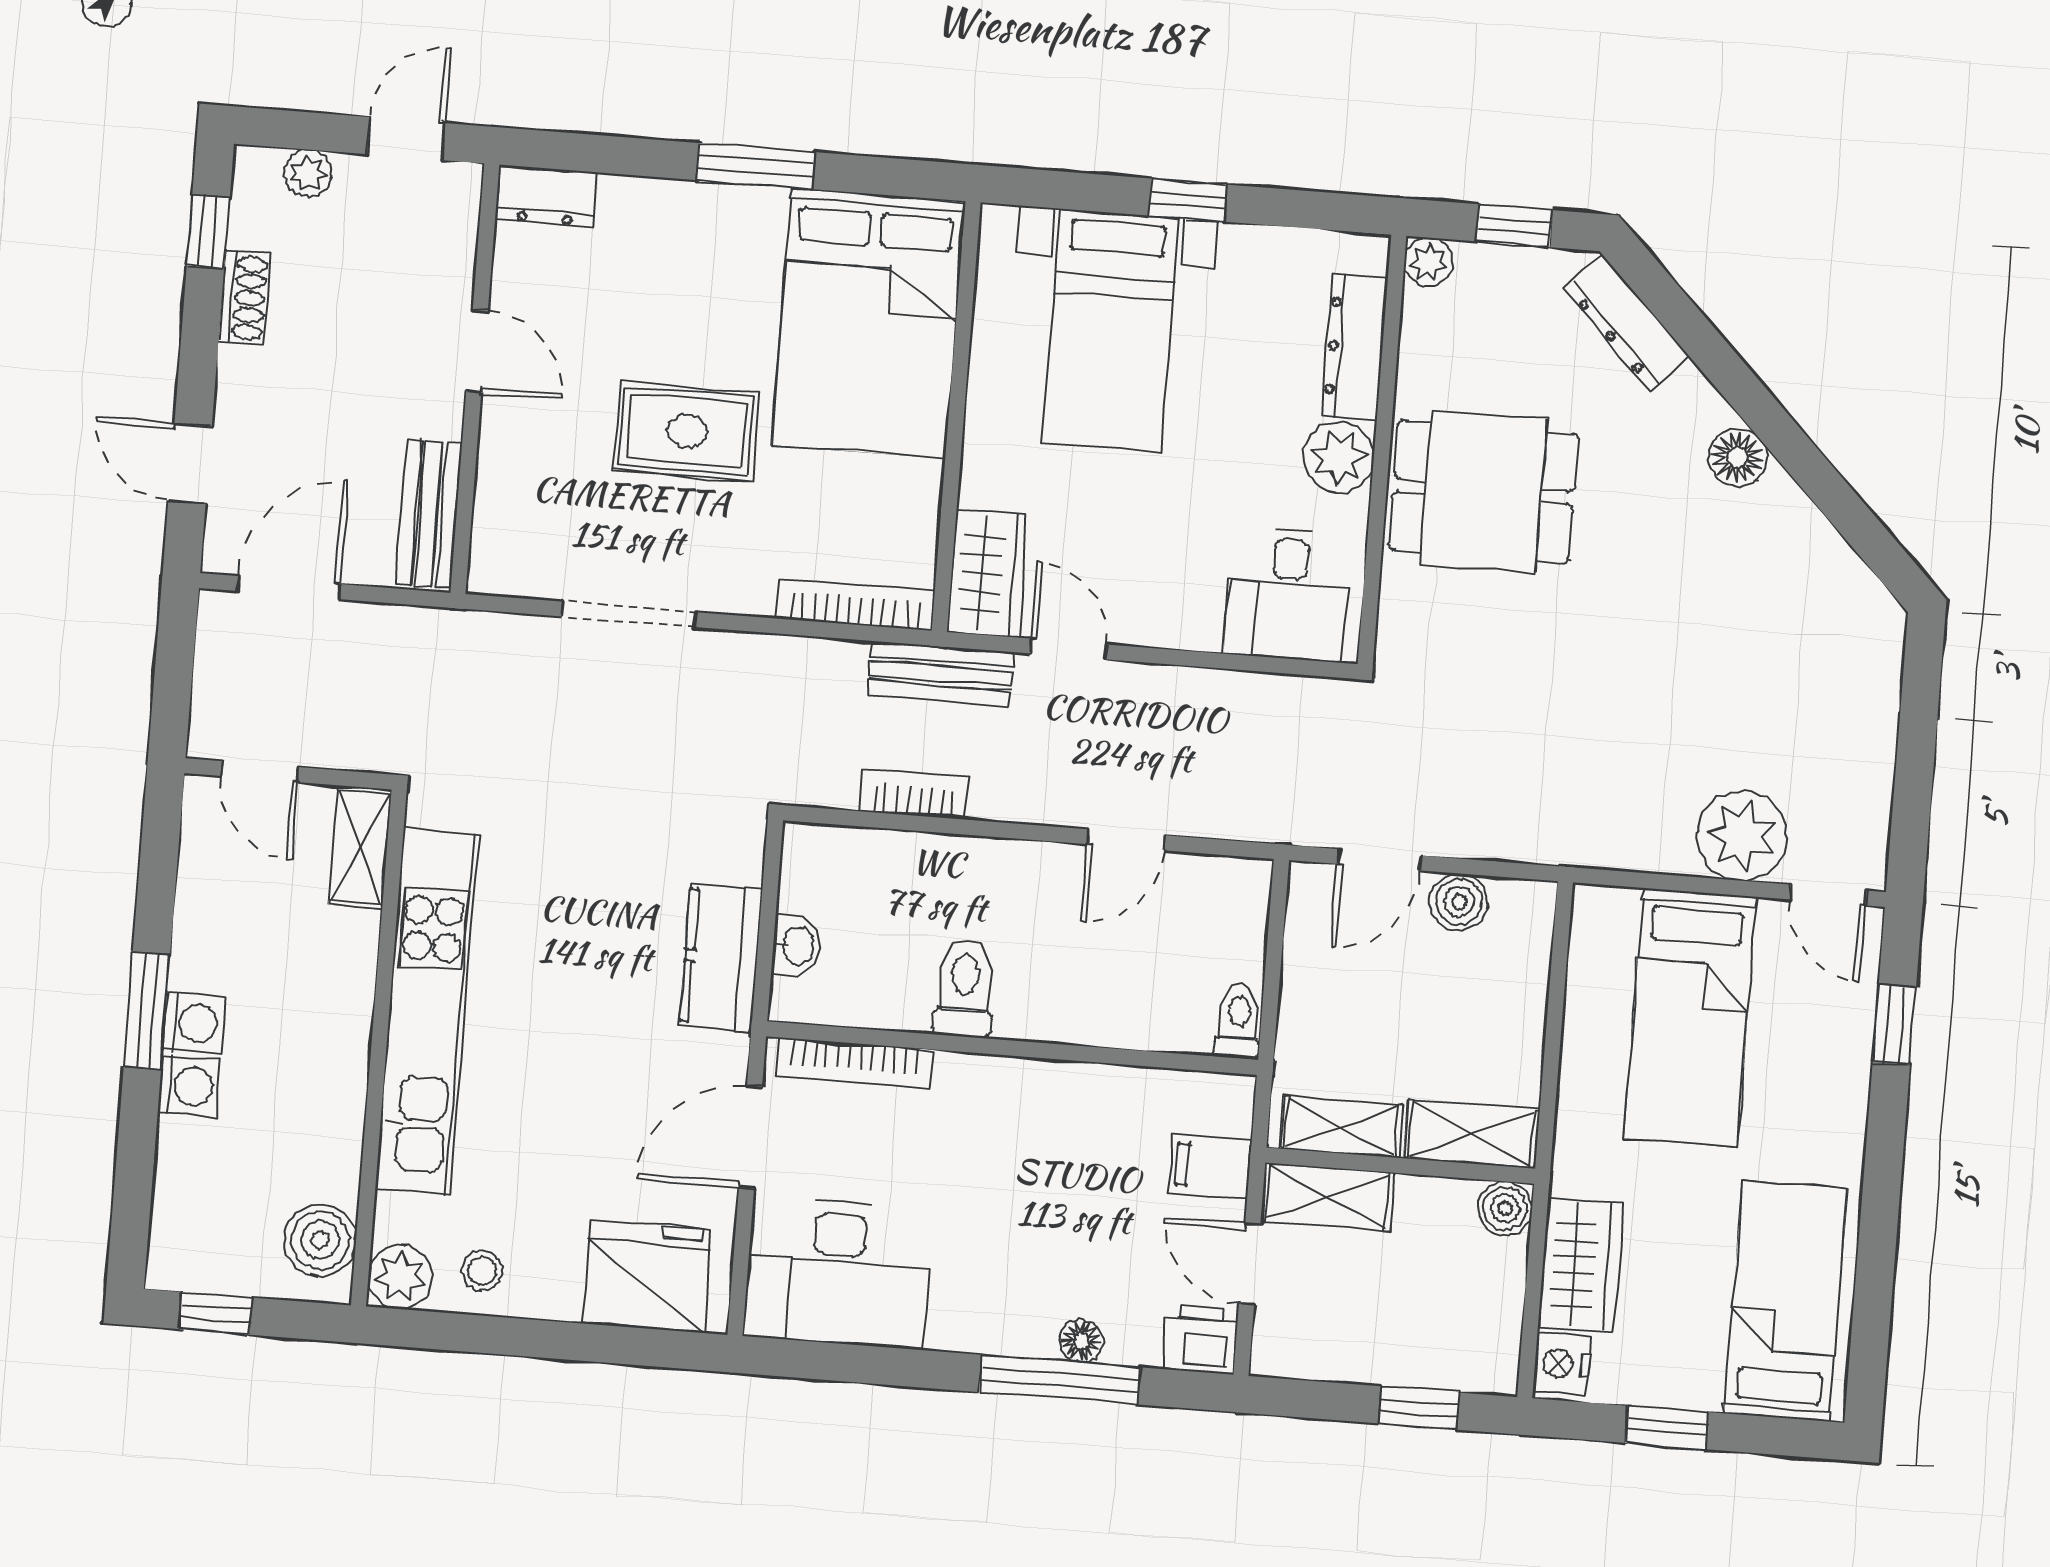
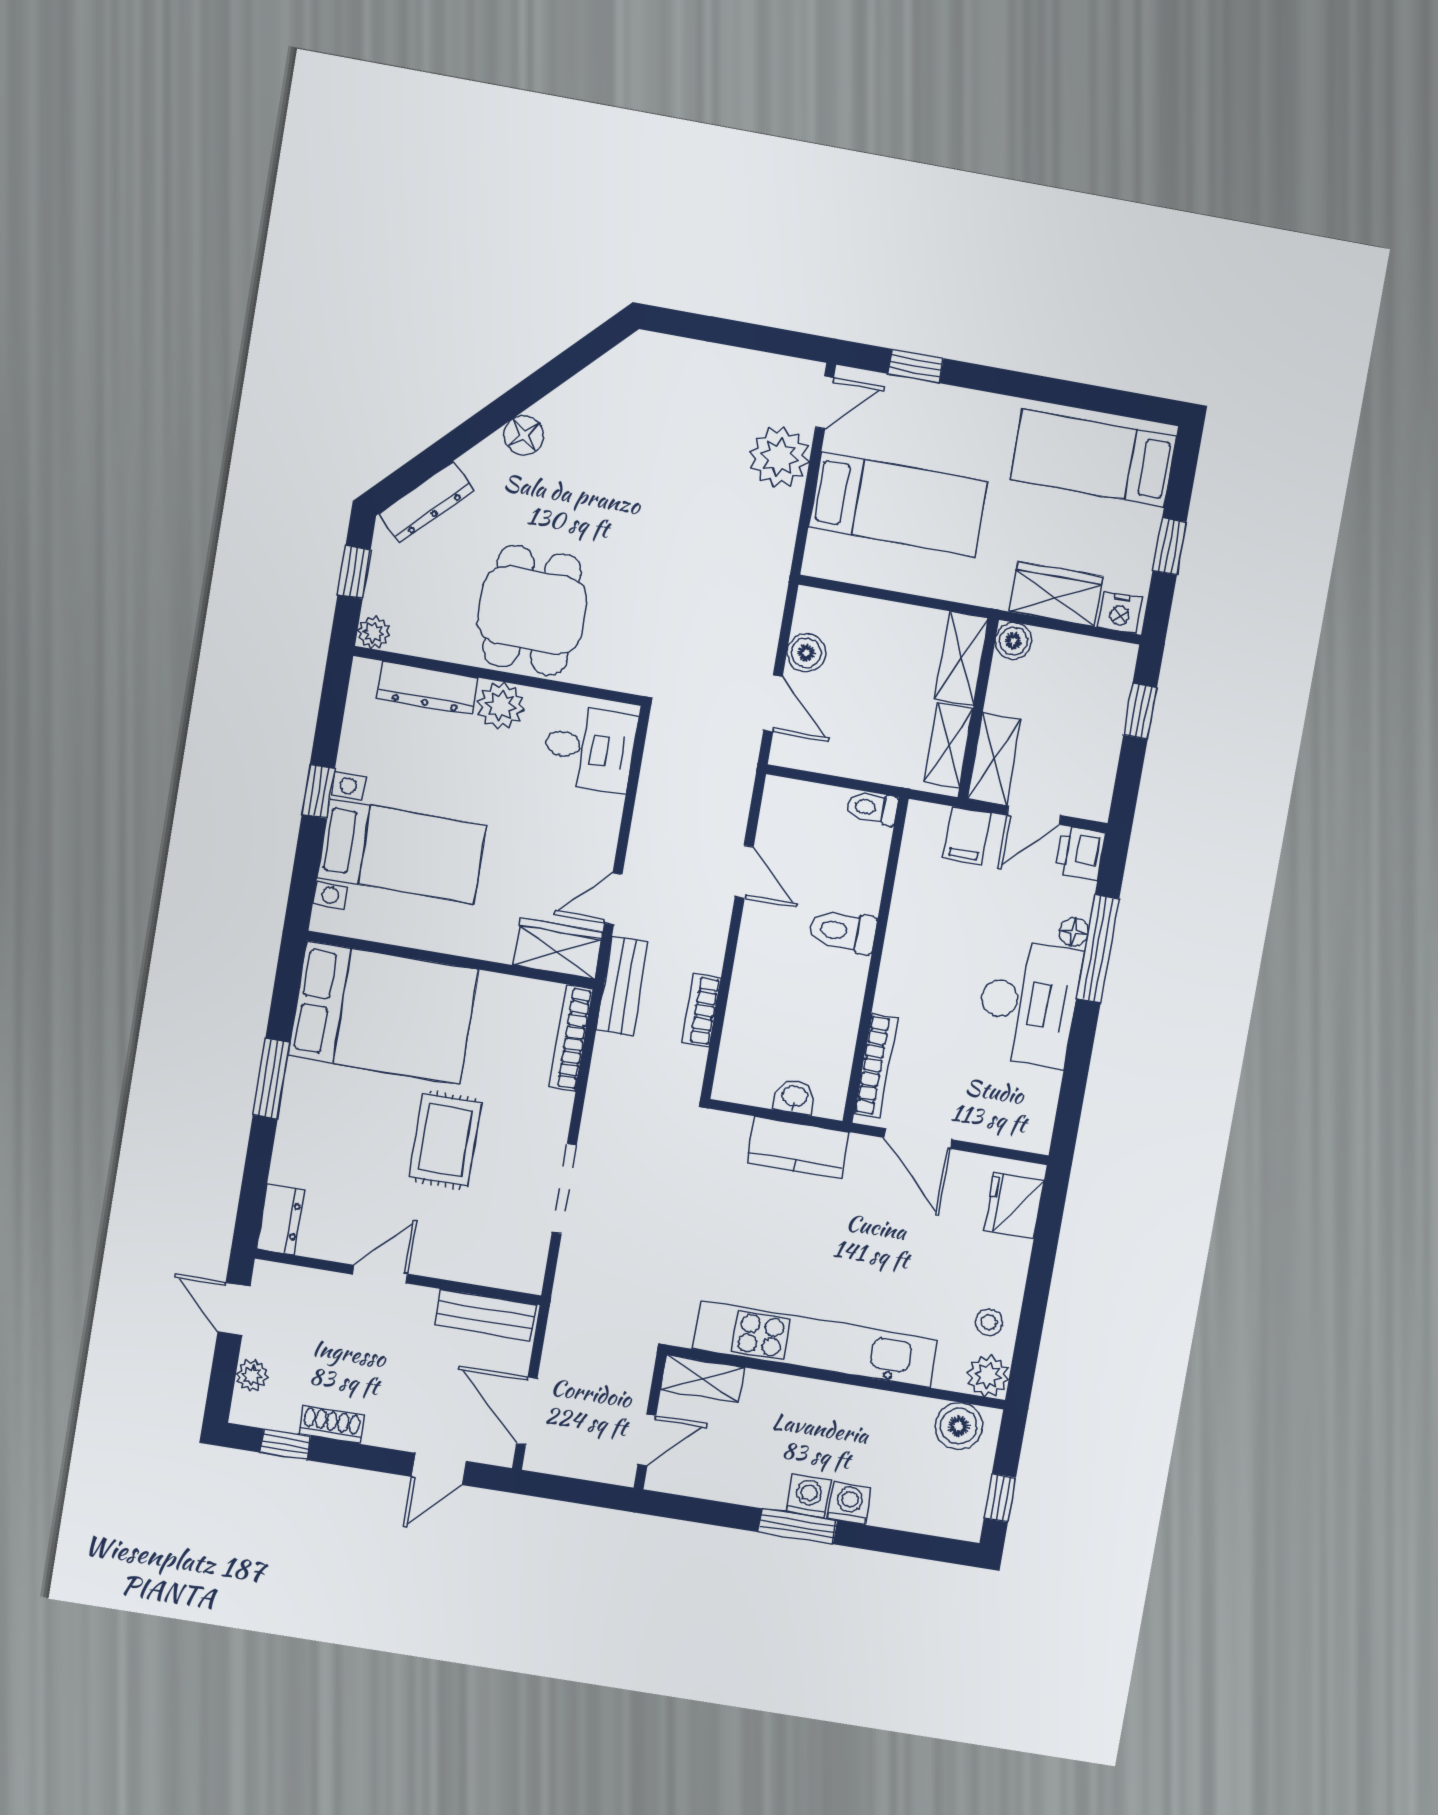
toilet: (965, 988) -> (843, 931), moved
desk: (838, 1273) -> (1028, 1003), moved
fridge: (647, 1277) -> (1014, 1206), width x0.73, depth x0.75

